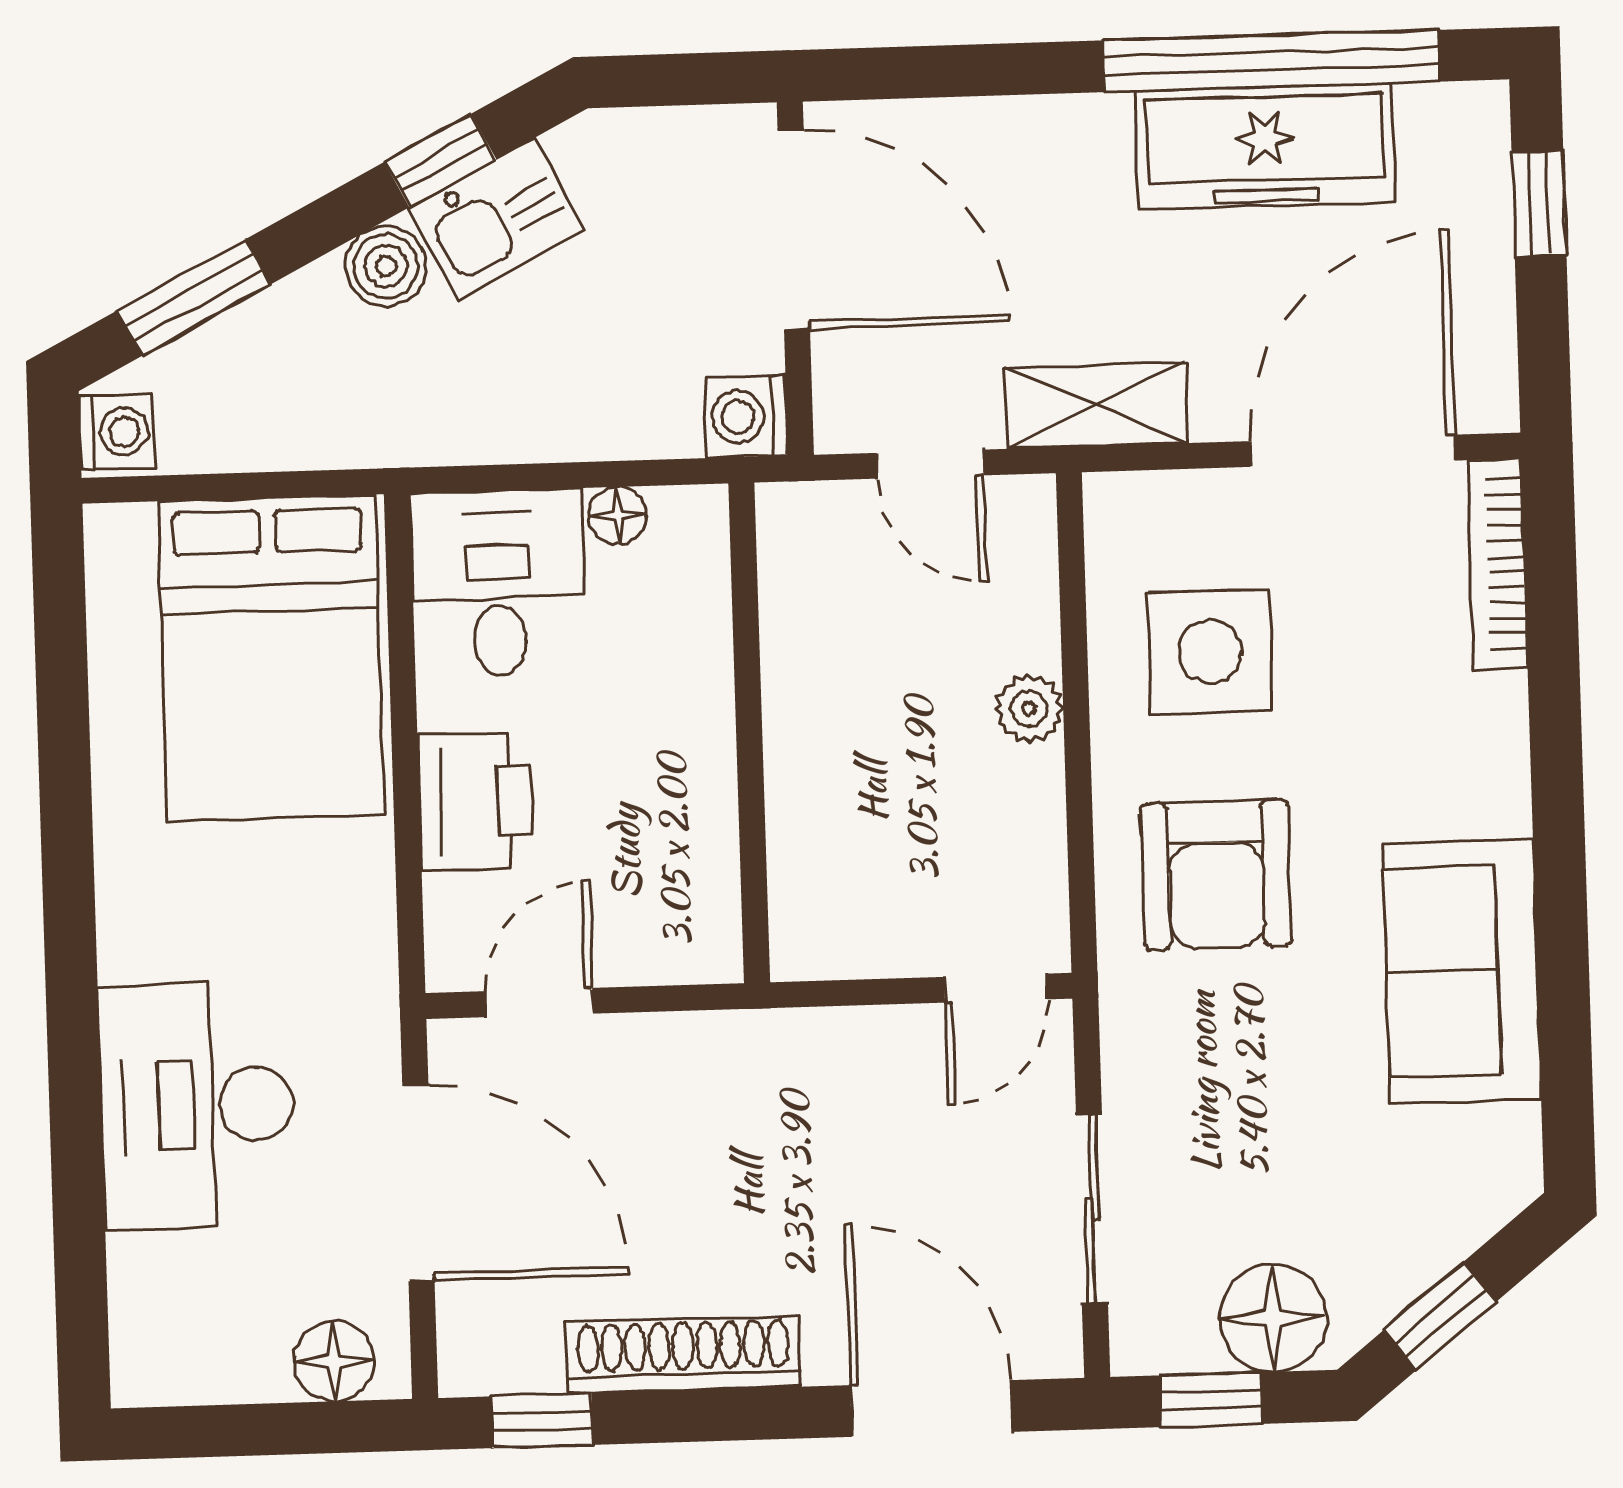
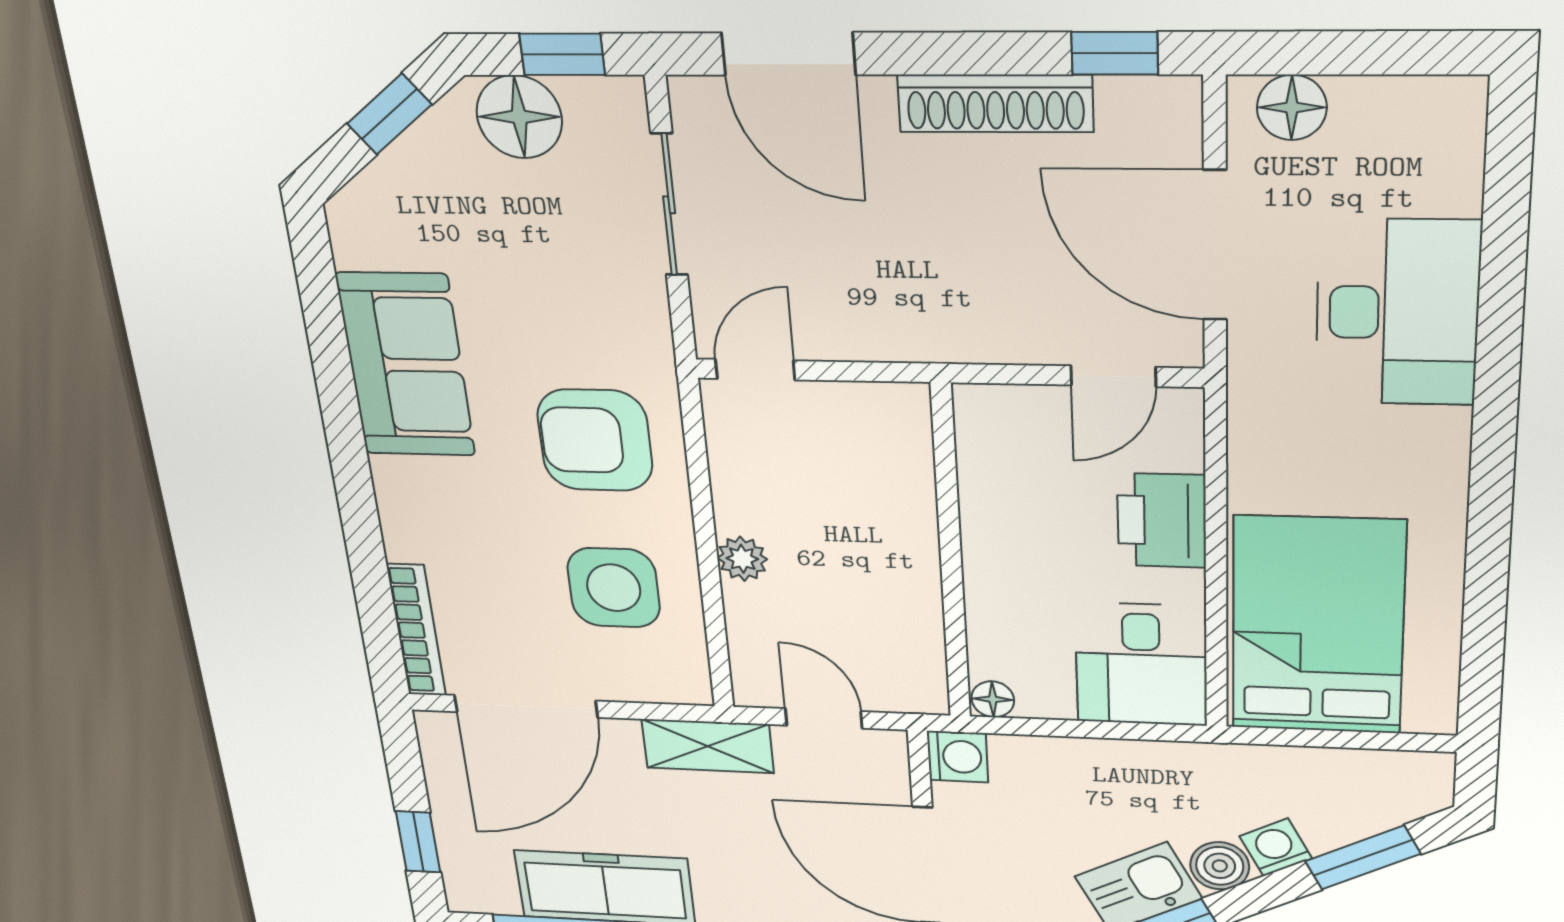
washing machine: (117, 432) -> (1276, 847), moved, turned 63
floor lamp: (617, 516) -> (993, 699), moved
armchair: (1216, 875) -> (595, 440), turned -90

